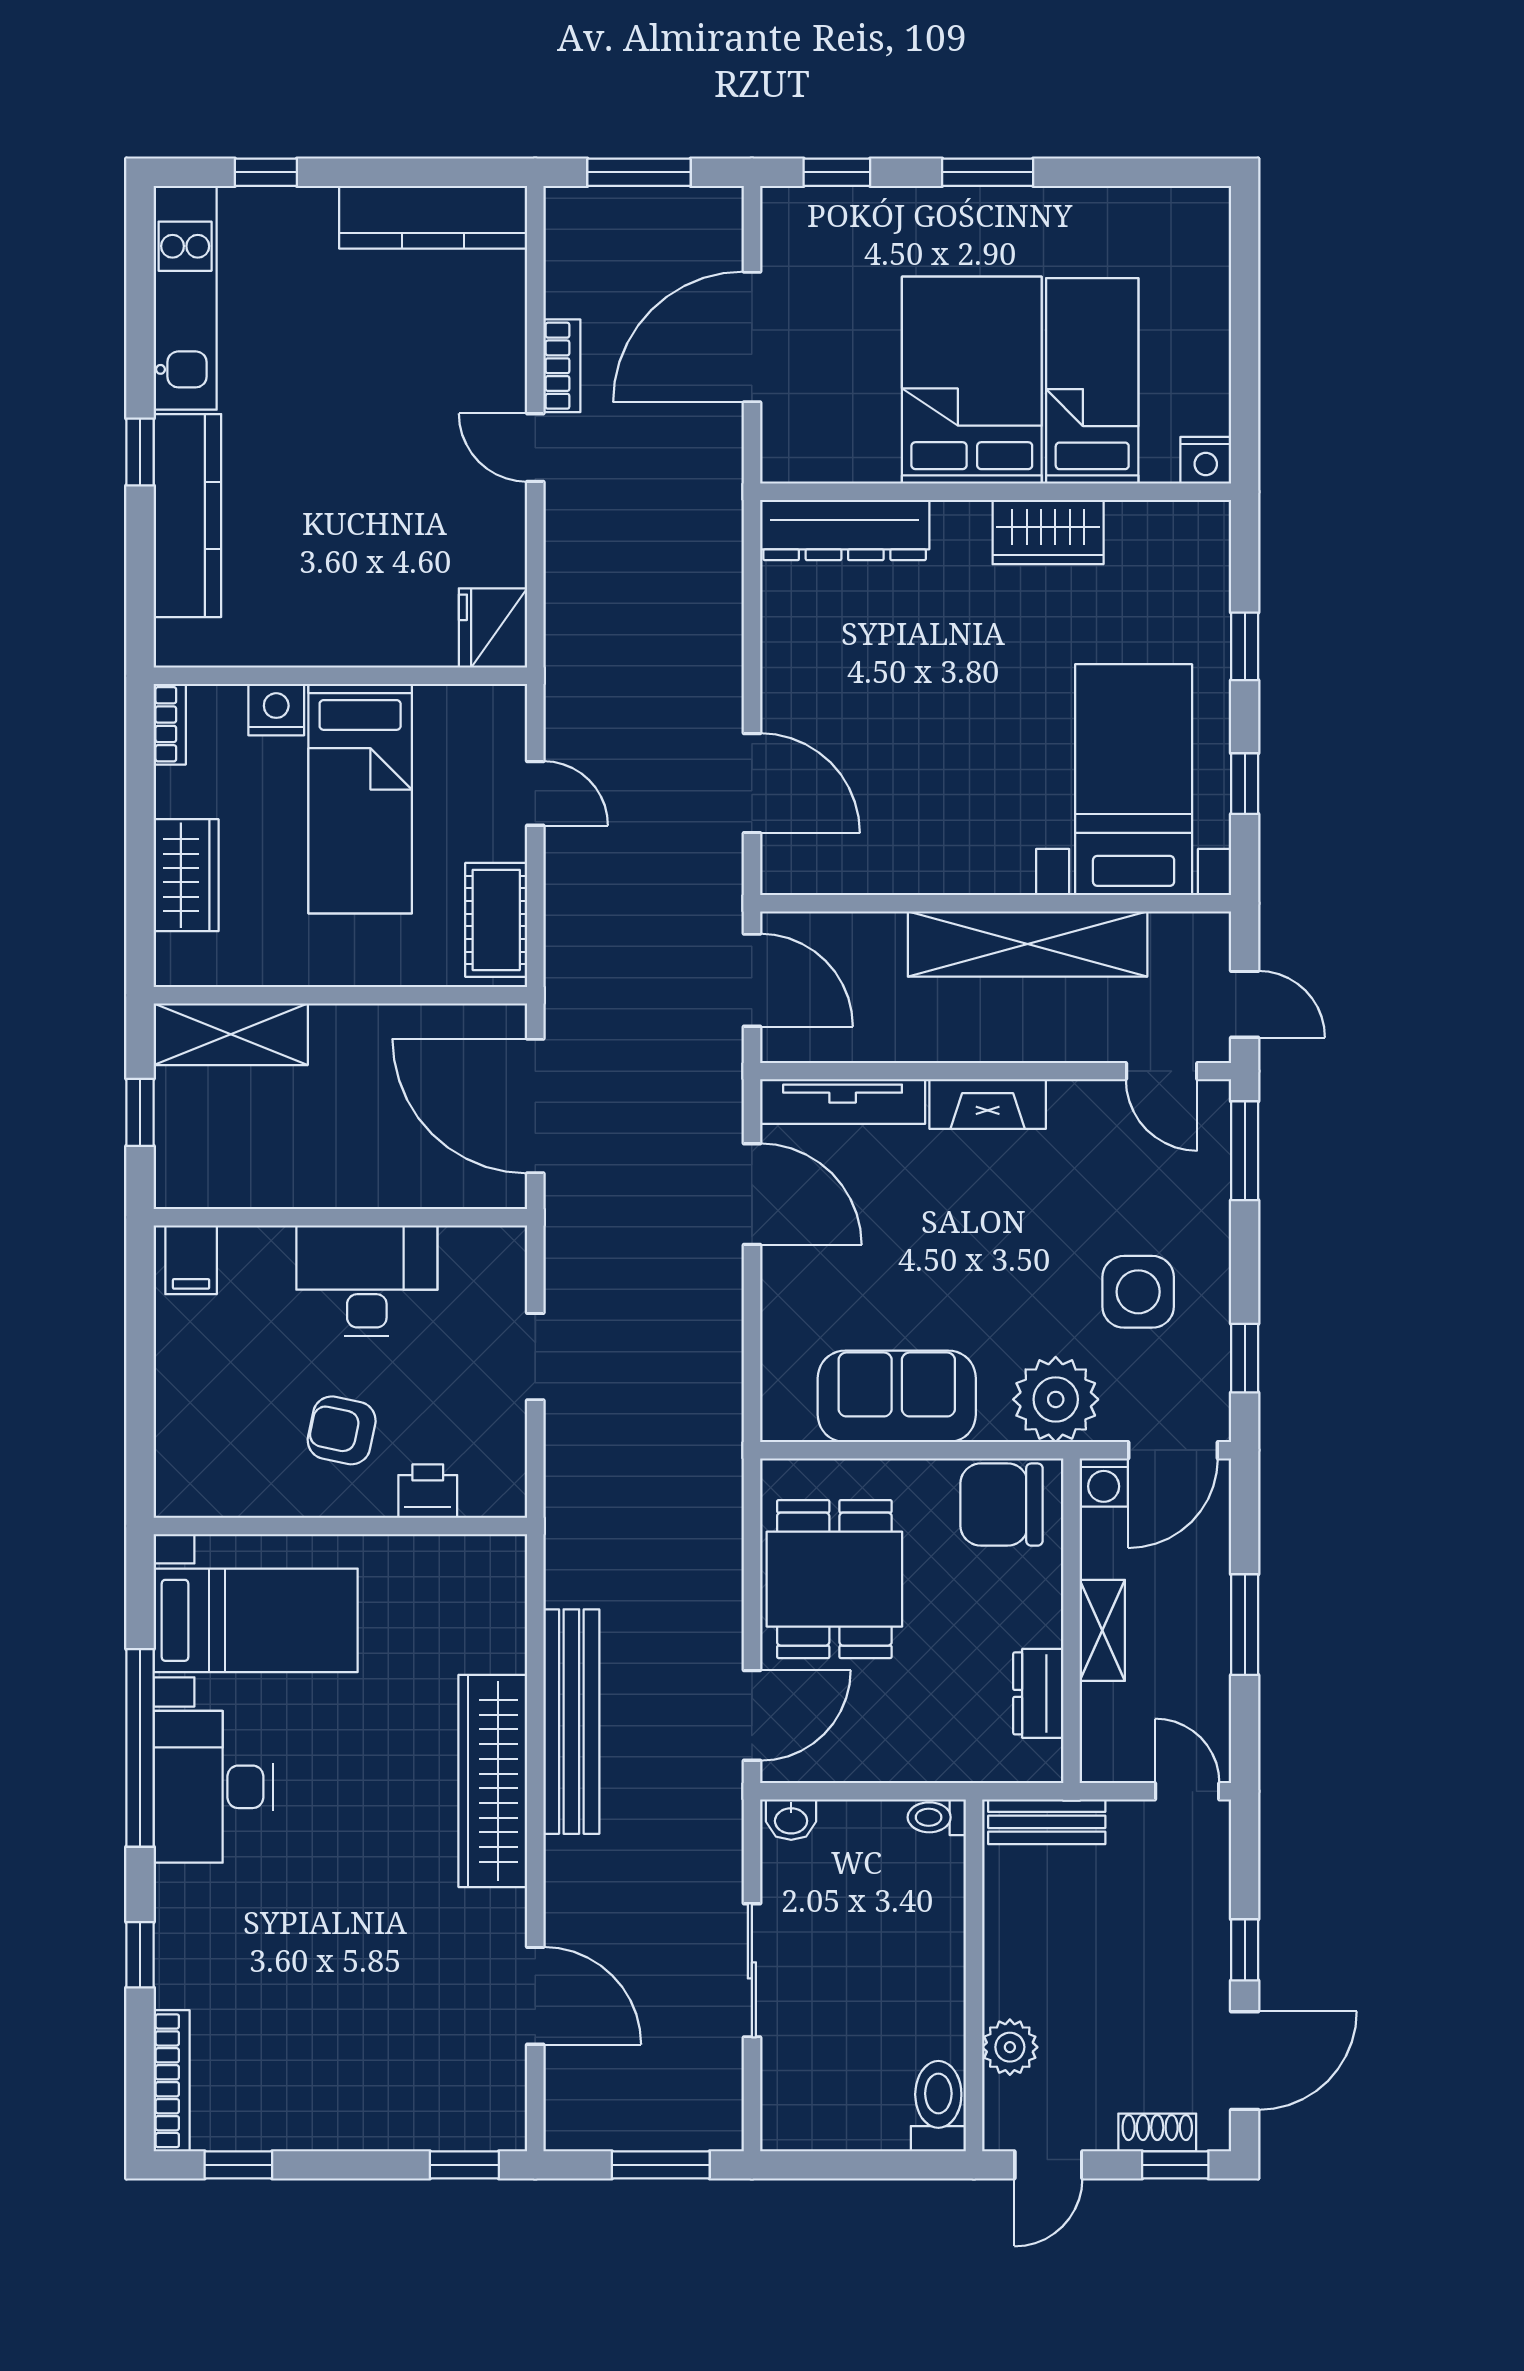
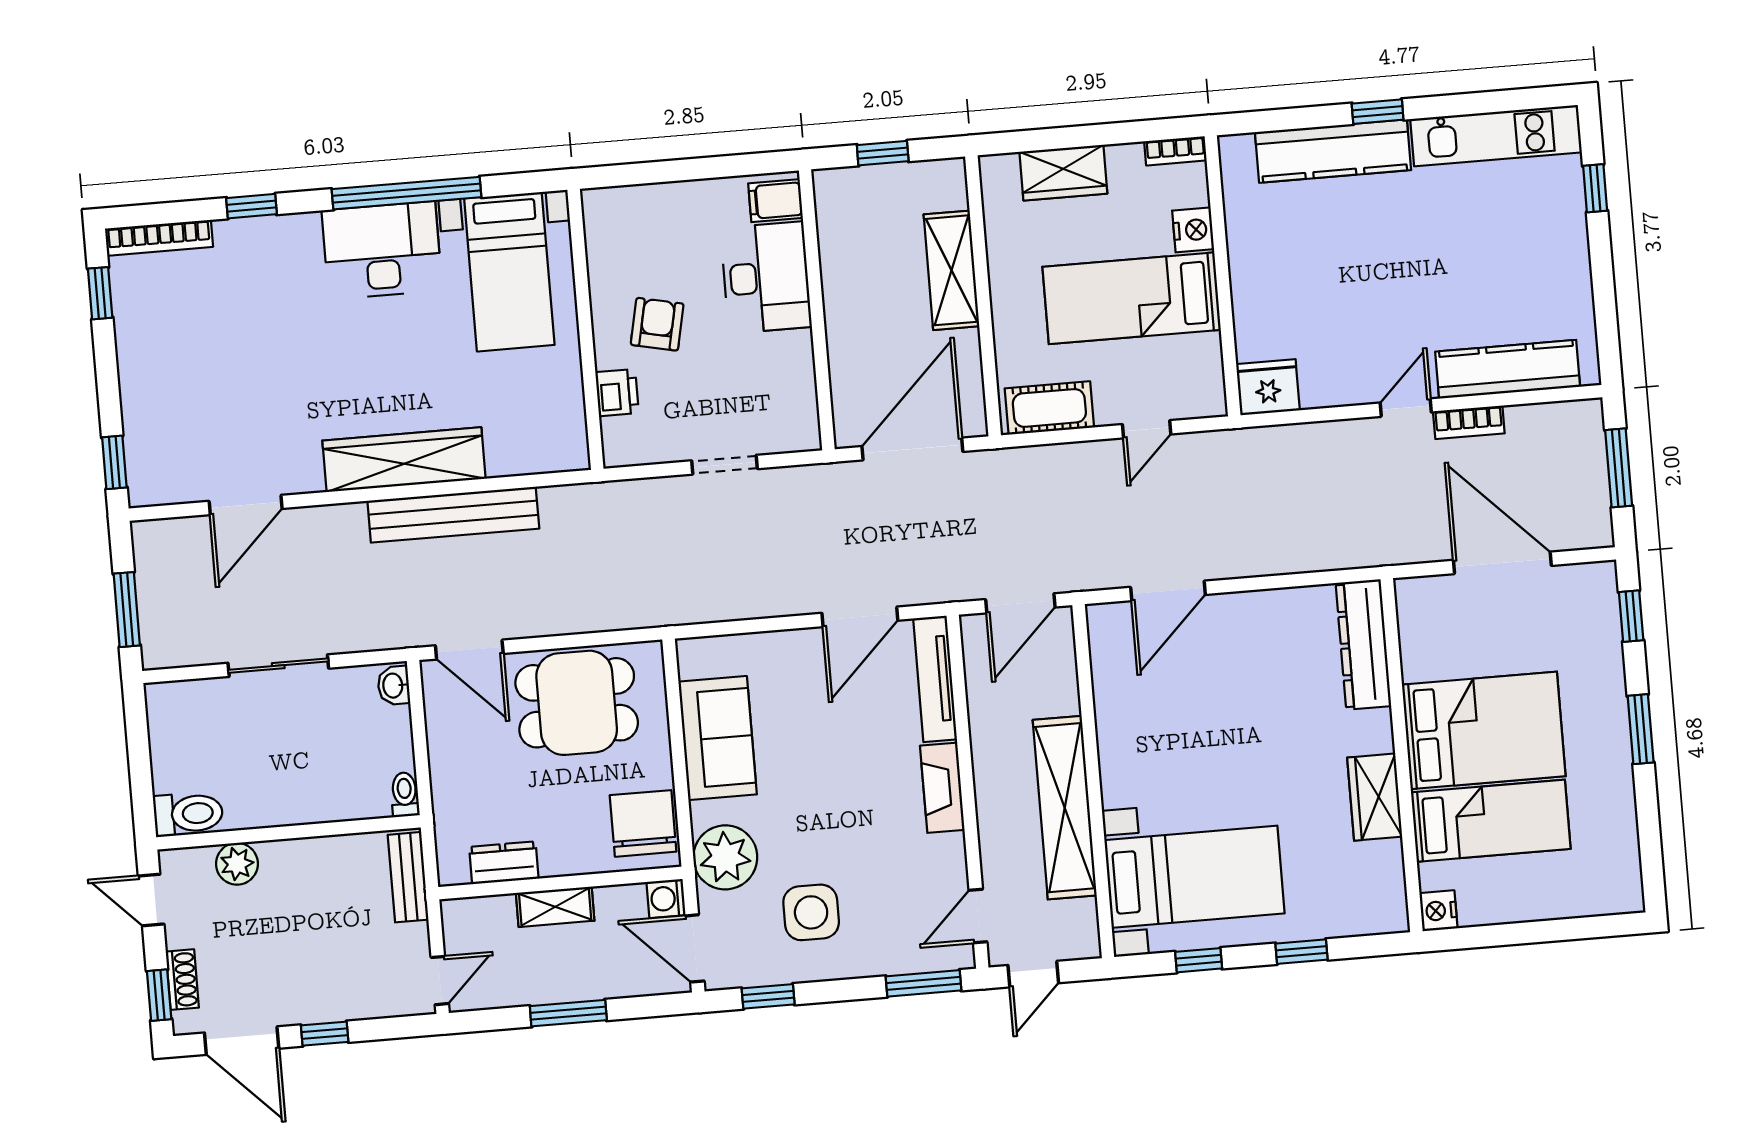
kitchen counter: (433, 217) -> (1508, 369), moved, turned 90
shelving: (231, 1034) -> (951, 270), moved
desk: (367, 1281) -> (766, 277), moved

